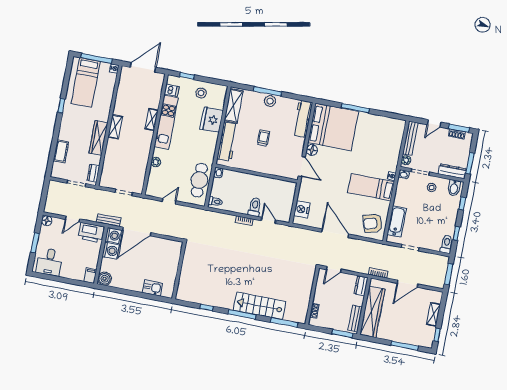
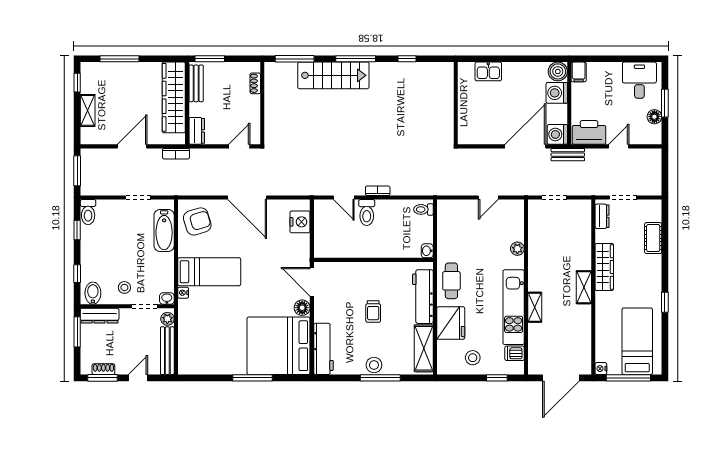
cafe table: (199, 180) -> (451, 281), moved, width x0.73, depth x0.74
floor lamp: (47, 221) -> (654, 117), moved
washing machine: (111, 251) -> (557, 93), moved

